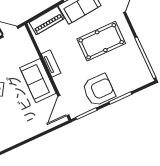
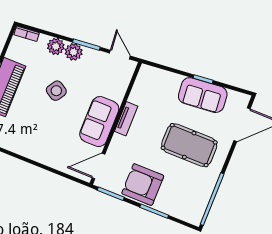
piano: (47, 21) -> (161, 78), removed
armchair: (99, 90) -> (143, 185), turned 180

